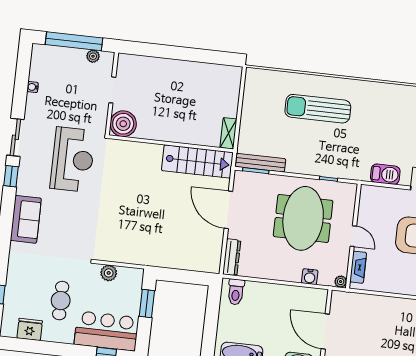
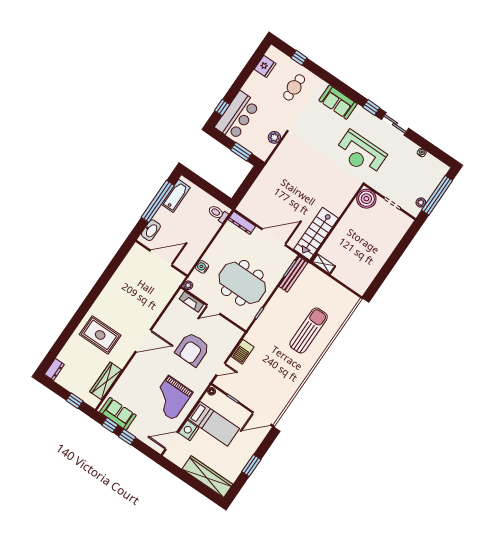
cafe table: (61, 301) -> (294, 87), moved, turned 90

